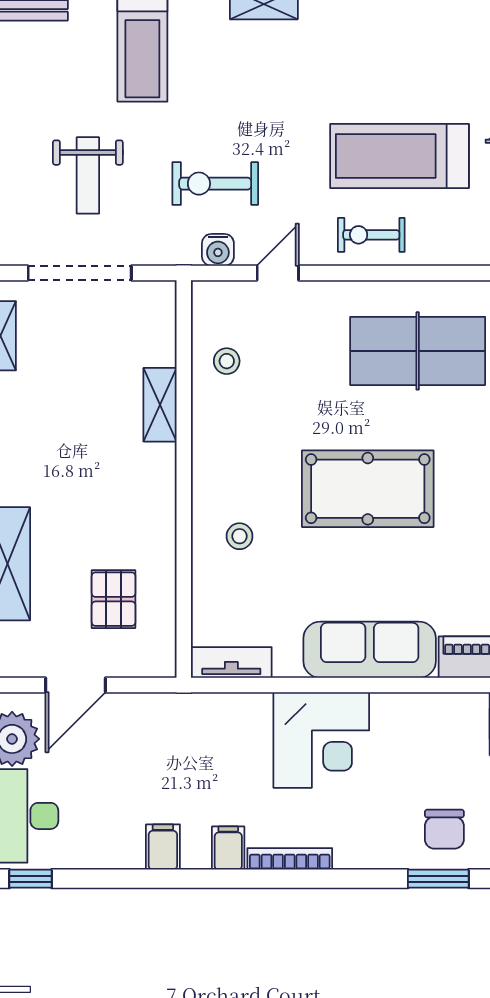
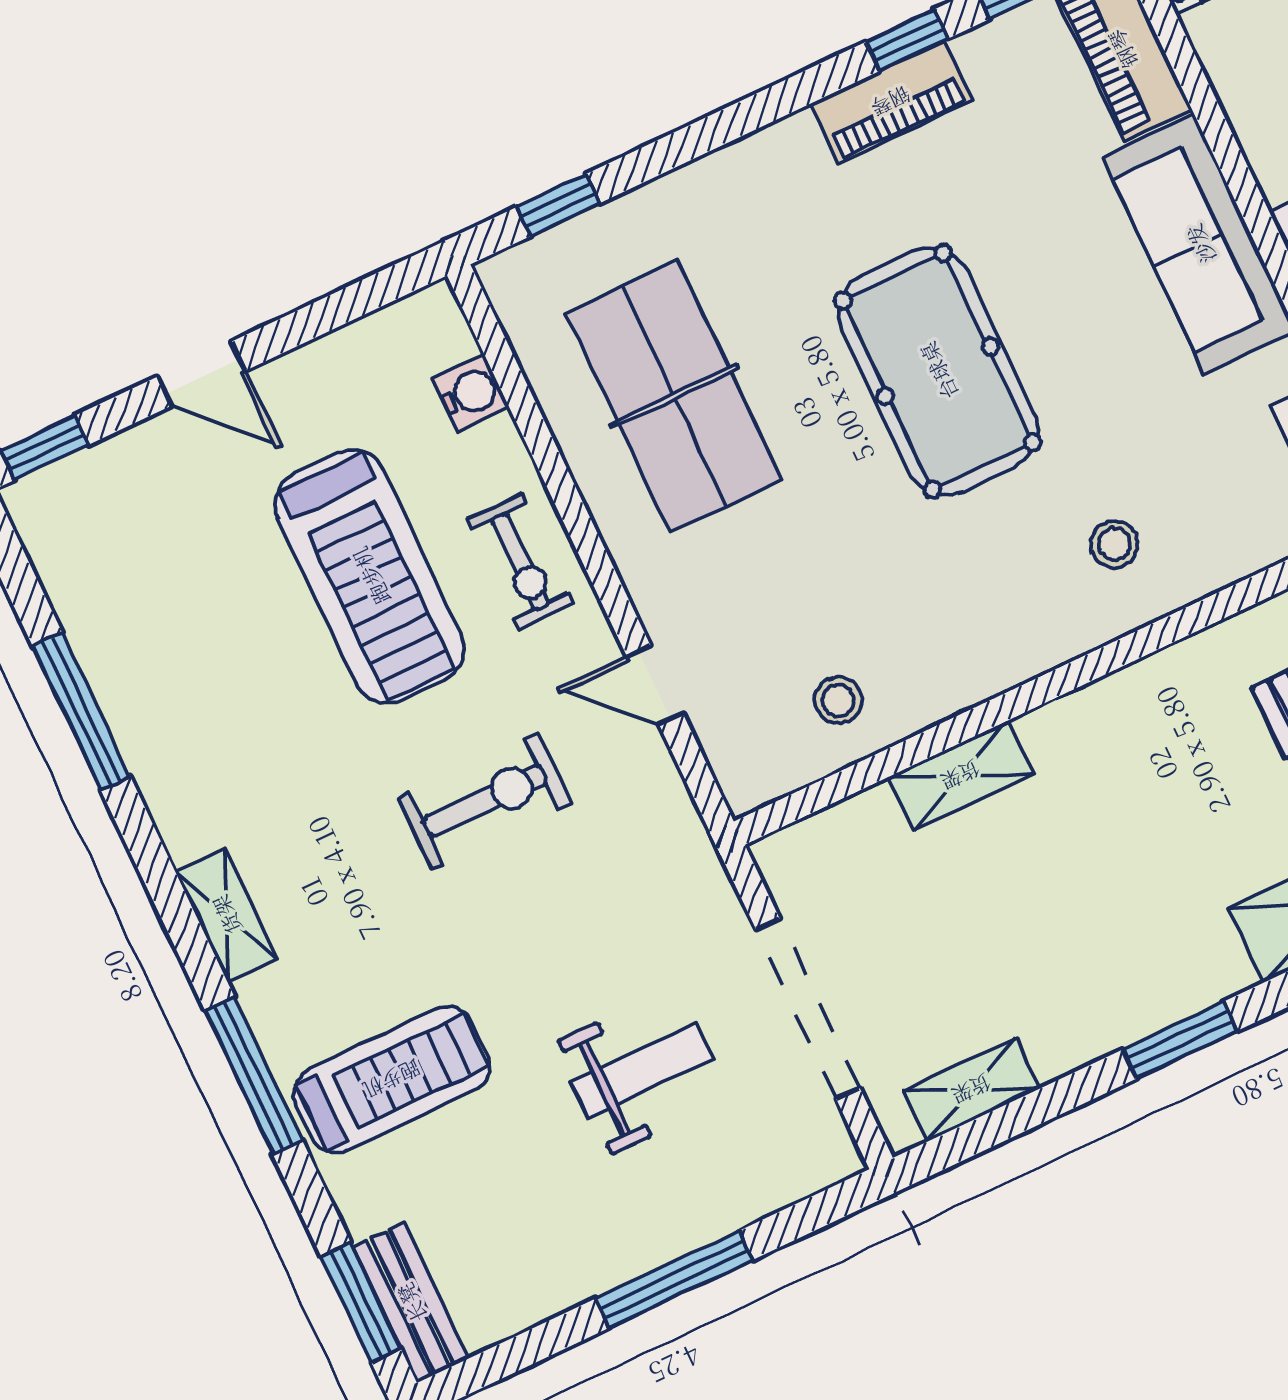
exercise bike: (215, 184) -> (485, 801), moved, turned -90
water cooler: (218, 250) -> (471, 393), moved

